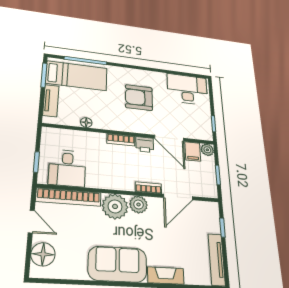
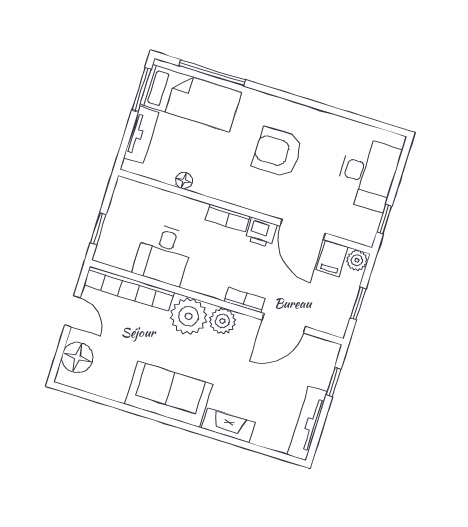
desk: (187, 89) -> (368, 174), moved, turned 90
desk: (67, 168) -> (163, 254), moved

